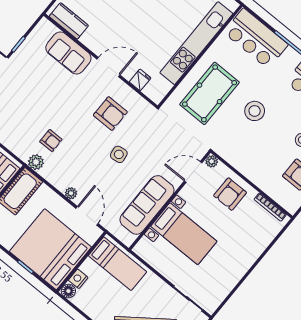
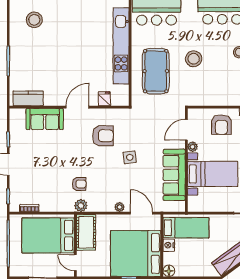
plant: (212, 161) -> (193, 147), moved
nightstand: (78, 279) -> (169, 245), moved

